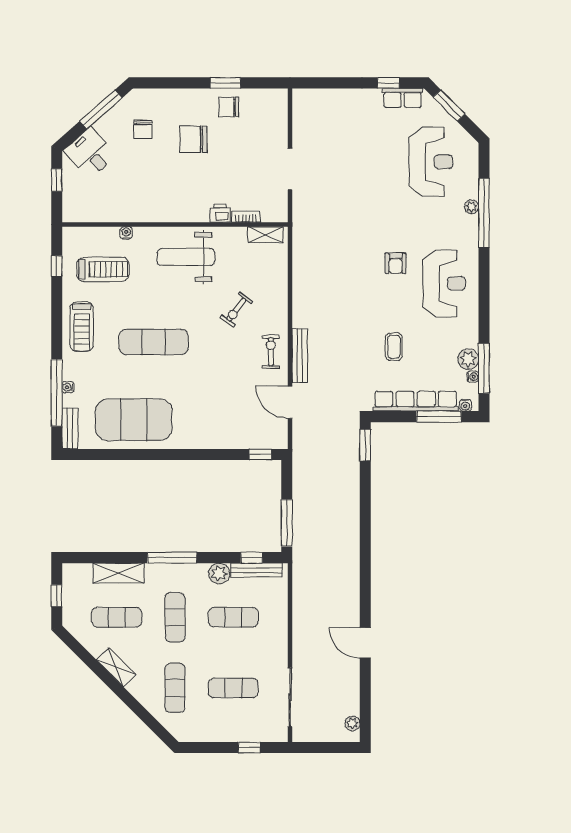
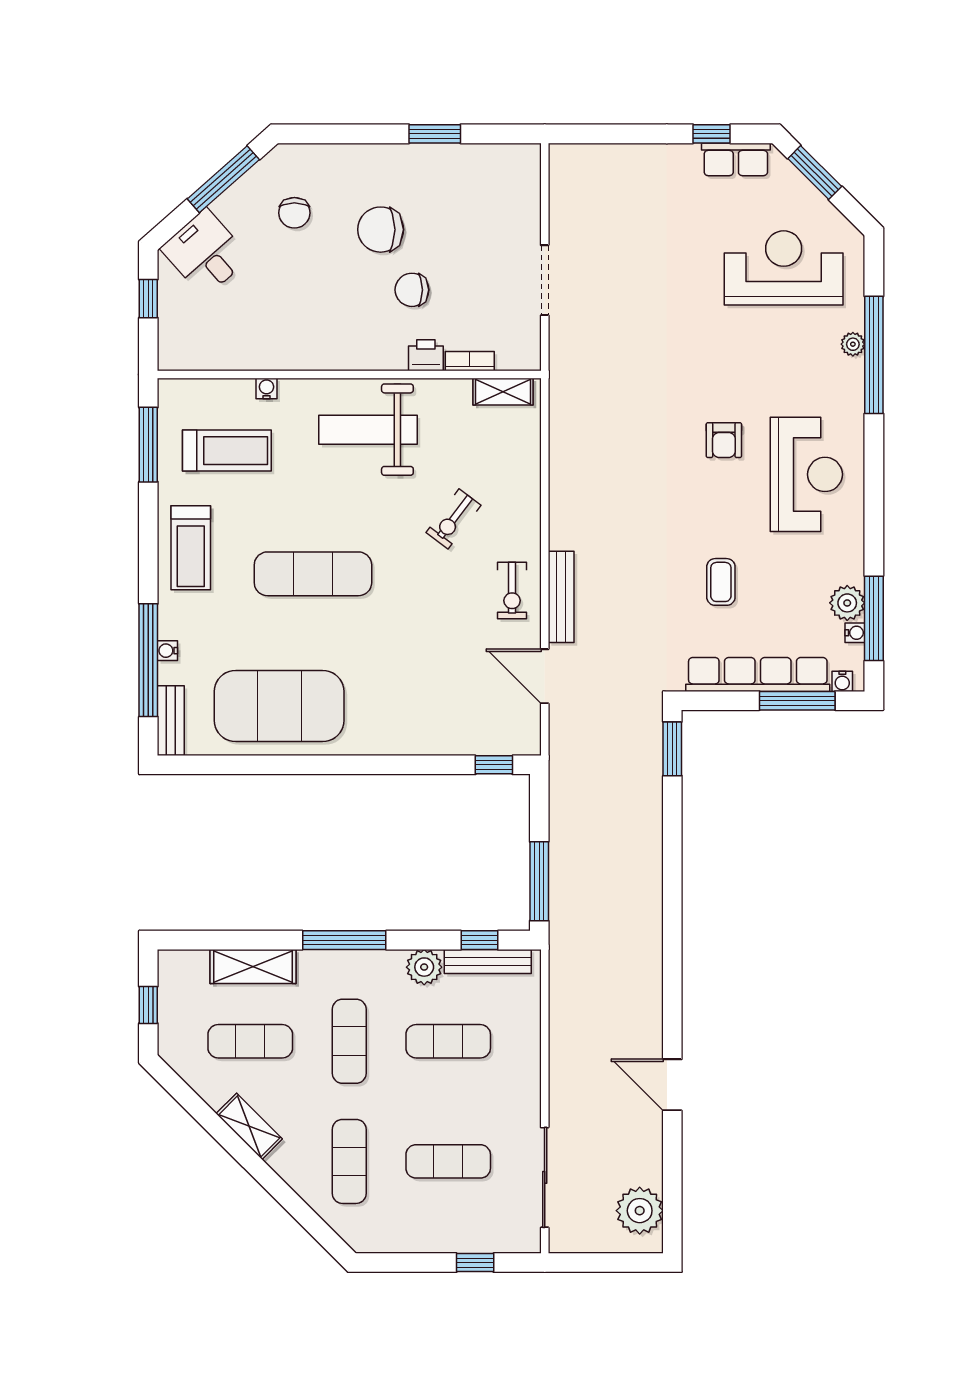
chair: (229, 107) -> (412, 290), moved
reception desk: (431, 162) -> (784, 268), turned -90
window: (57, 266) -> (148, 445), width x2.17
exercise bike: (271, 352) -> (512, 591), turned 180
plant: (352, 723) -> (640, 1211), width x1.87, depth x1.87

